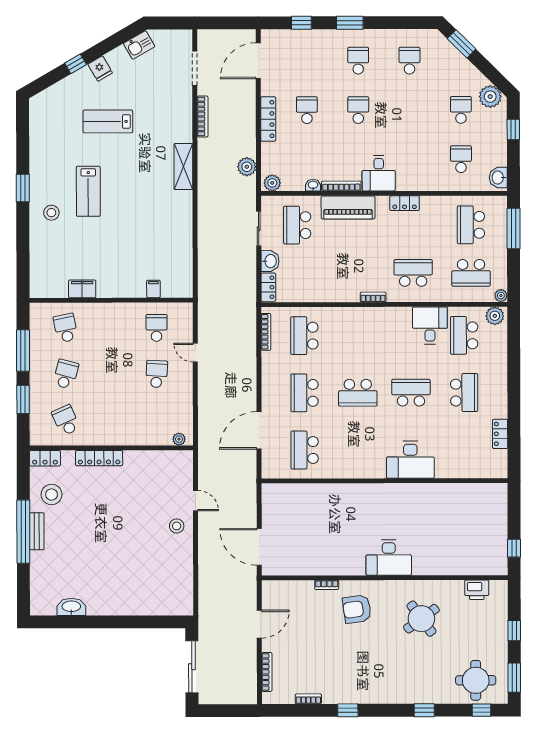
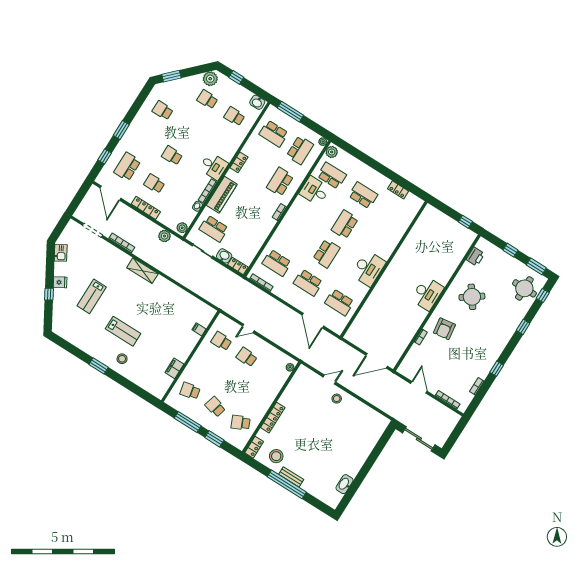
school desk: (358, 61) -> (127, 167), moved, width x1.85
school desk: (464, 335) -> (332, 176), turned 180
desk: (410, 460) -> (368, 268), moved

